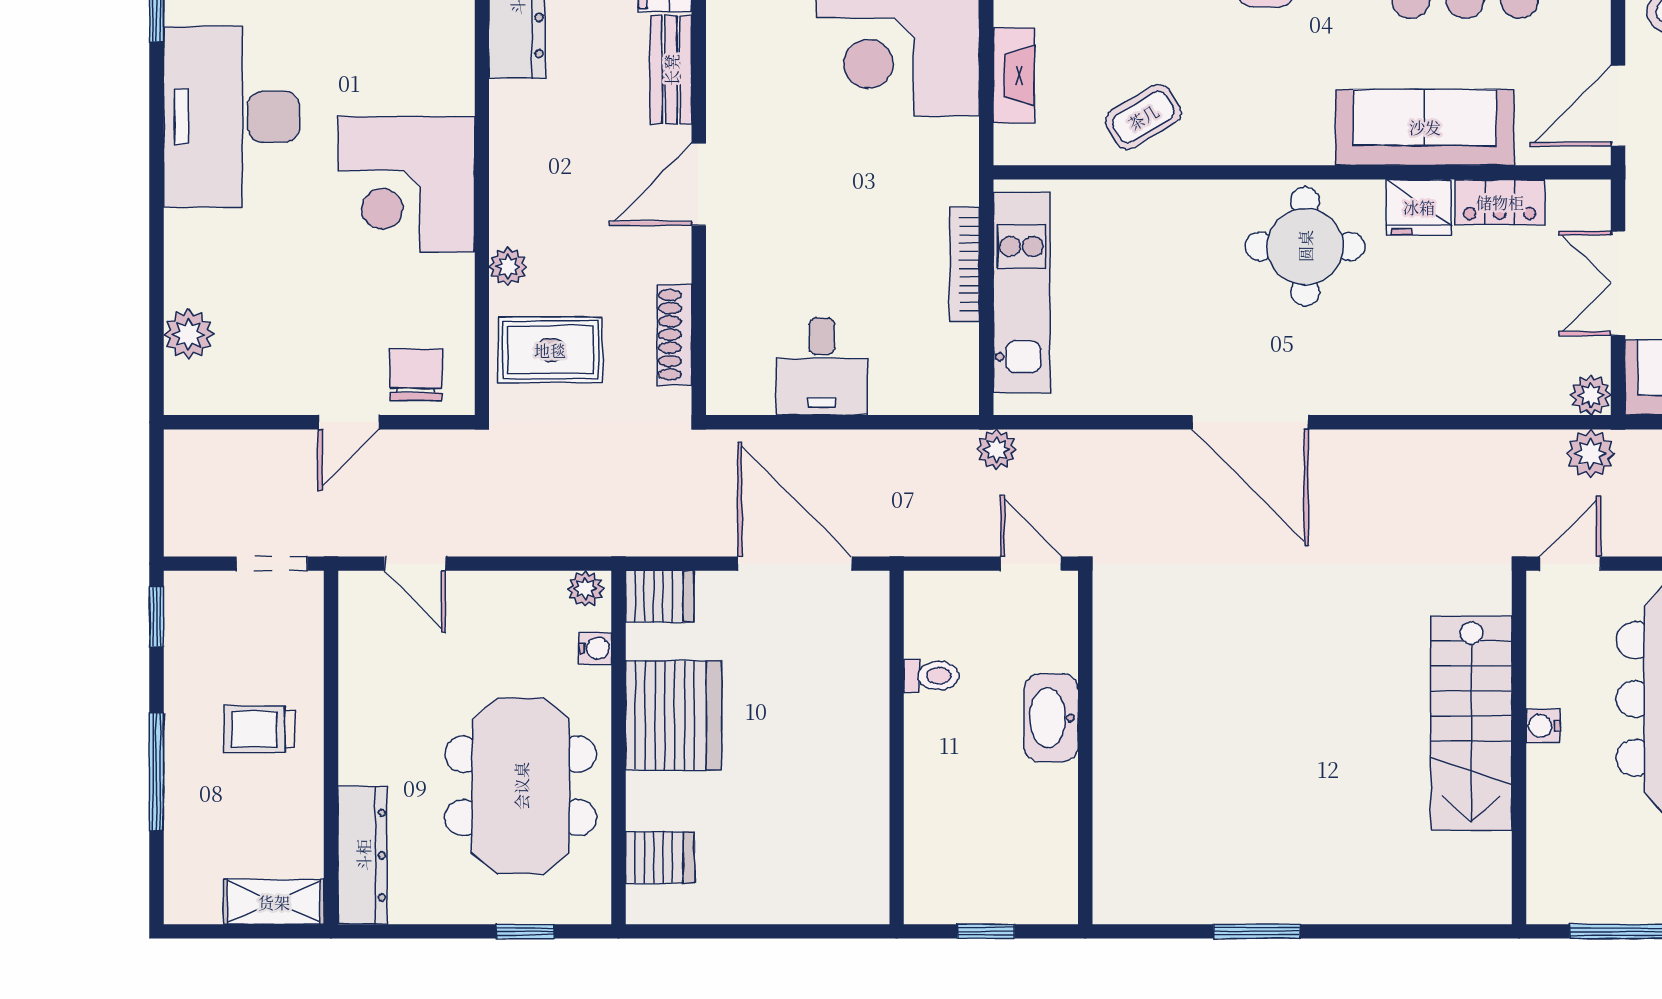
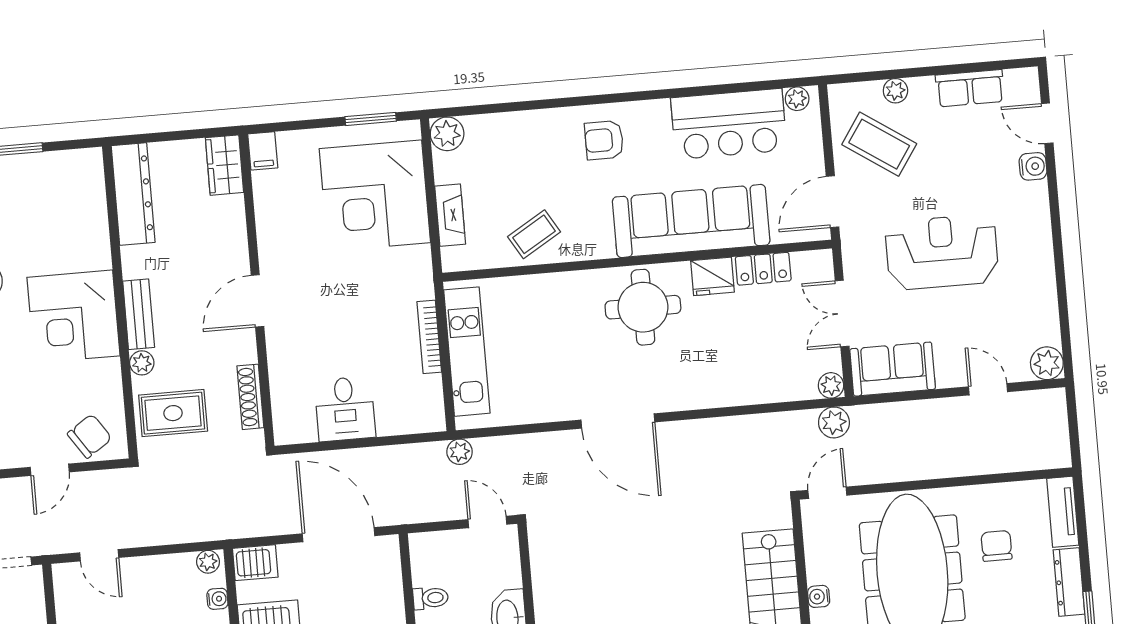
bench: (671, 70) -> (139, 314), moved
sofa: (1425, 127) -> (691, 221), width x1.36, depth x1.27
chair: (416, 375) -> (90, 436), turned 56

